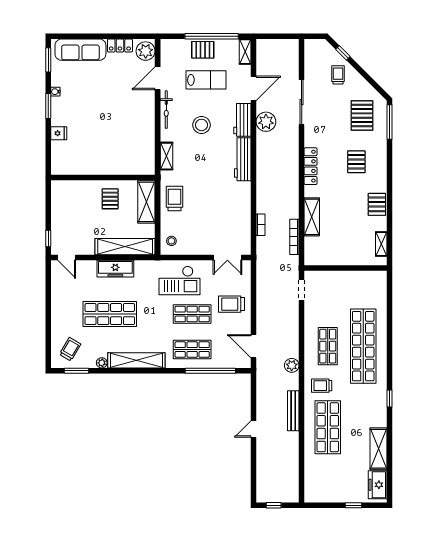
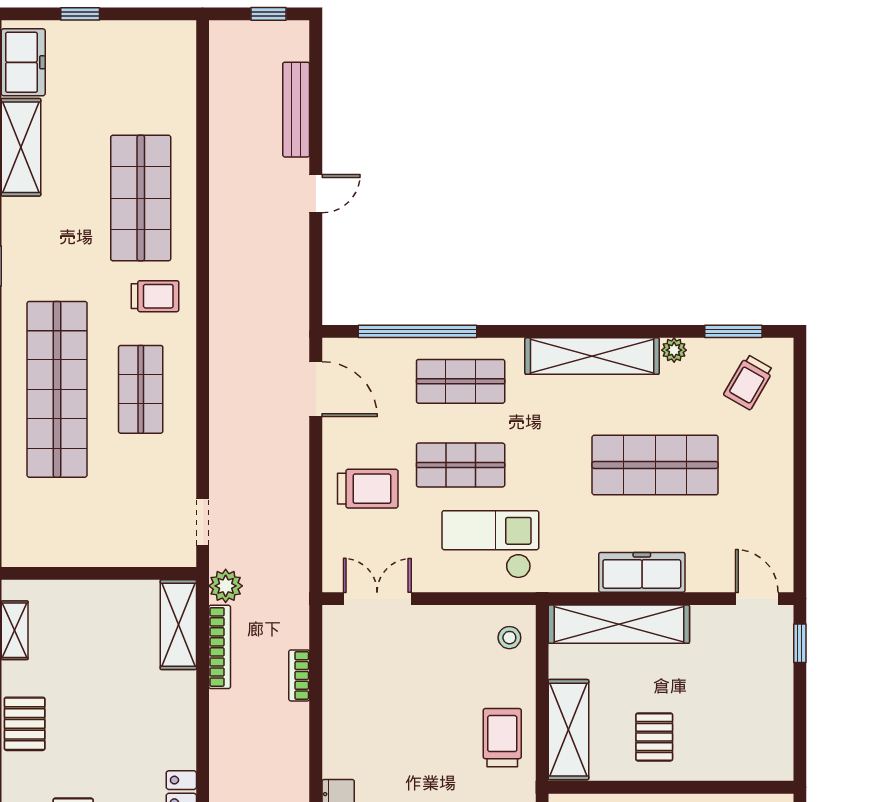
trolley: (174, 198) -> (502, 738), turned 180
shelving: (312, 217) -> (178, 625), moved
plant: (292, 365) -> (226, 586), moved
bench: (293, 411) -> (296, 110), moved

